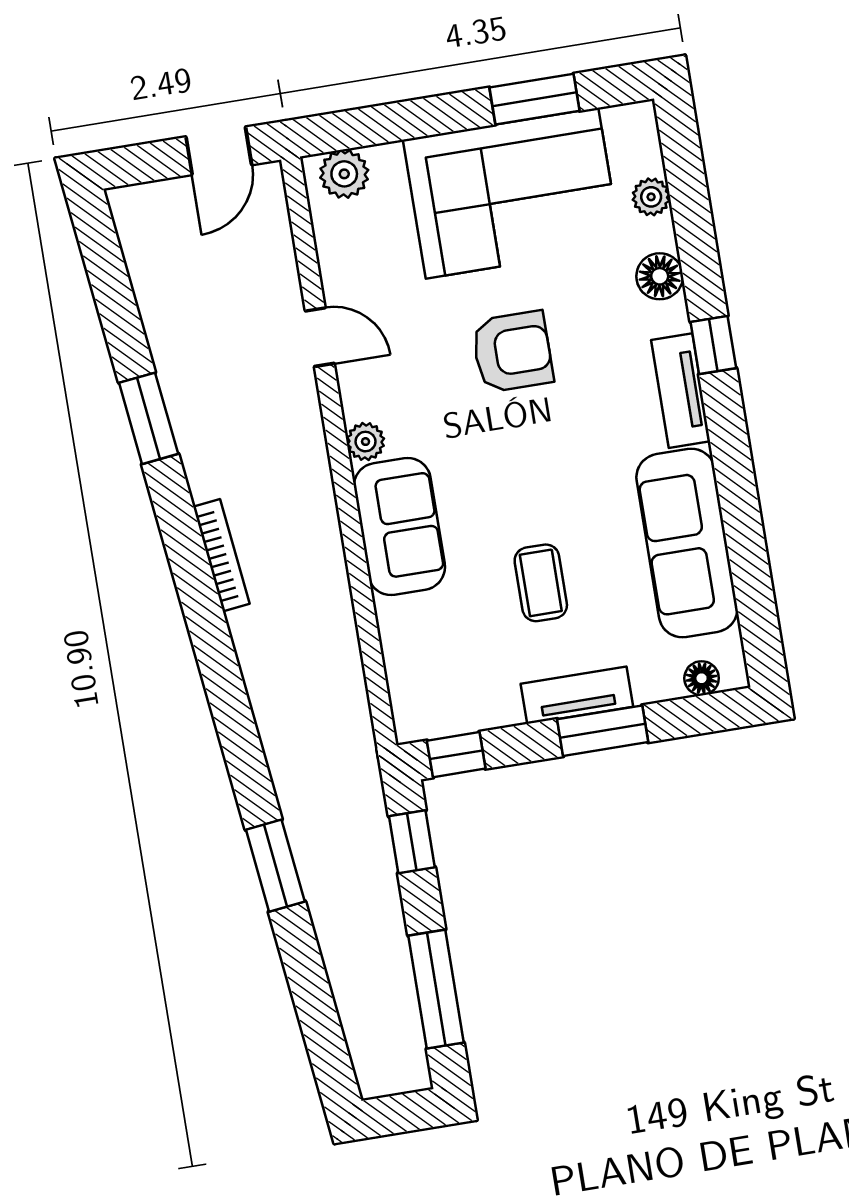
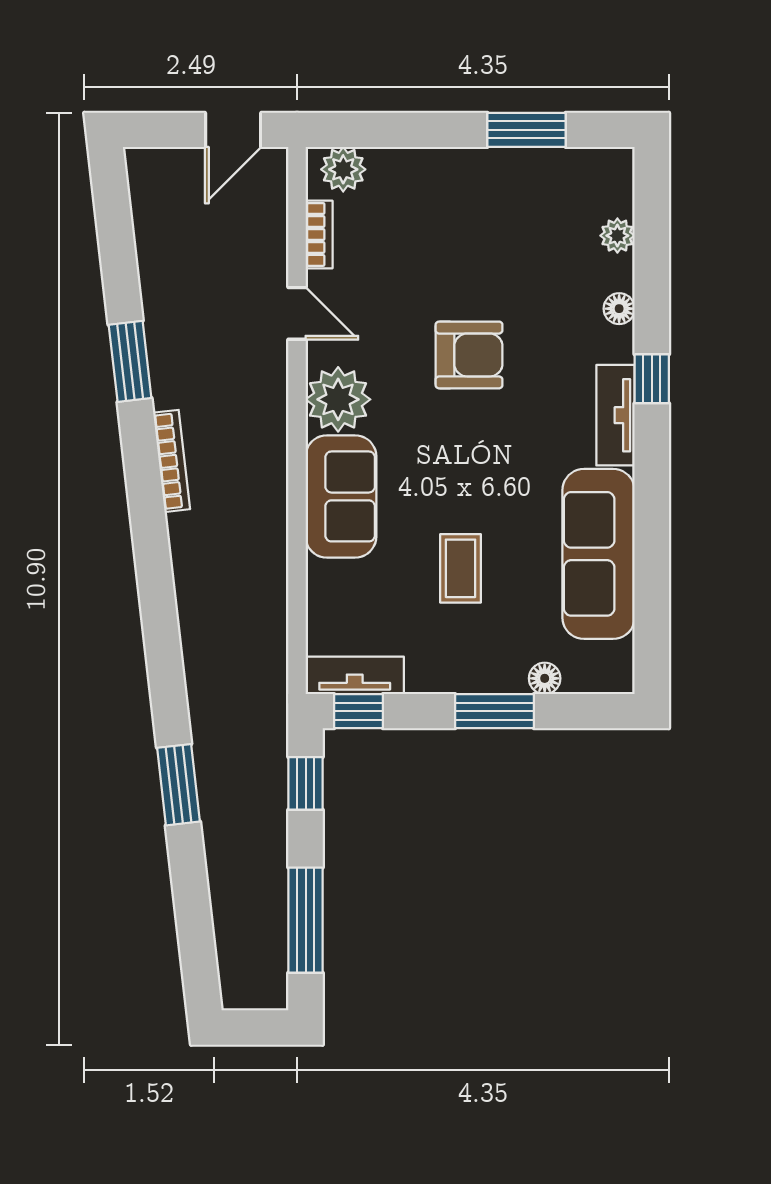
corner sofa: (512, 193) -> (492, 212), removed
bookcase: (330, 248) -> (319, 234), added
floor lamp: (660, 276) -> (619, 309), width x0.73, depth x0.73
plant: (365, 442) -> (338, 399), width x1.88, depth x1.88
bookcase: (221, 555) -> (172, 461), moved
floor lamp: (702, 678) -> (545, 678), moved
tv unit: (577, 695) -> (355, 675), moved

